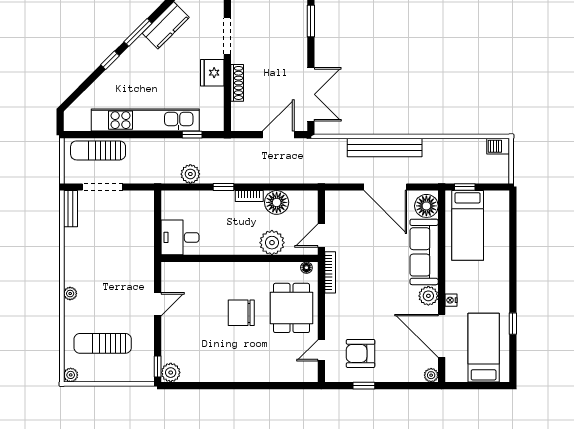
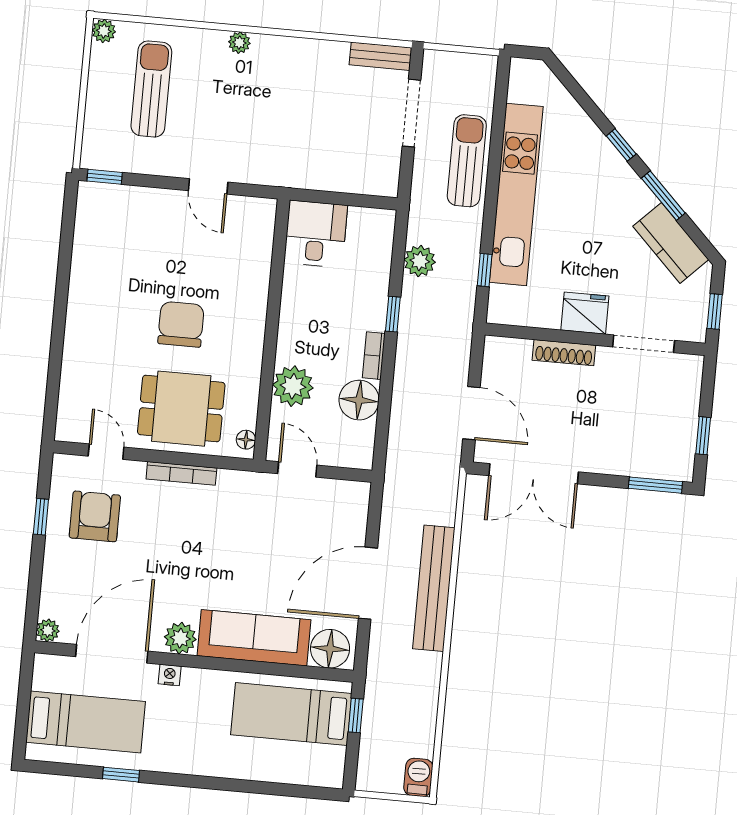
sun lounger: (98, 150) -> (467, 161), moved
bookcase: (330, 272) -> (181, 473), moved
plant: (171, 373) -> (92, 198), removed

